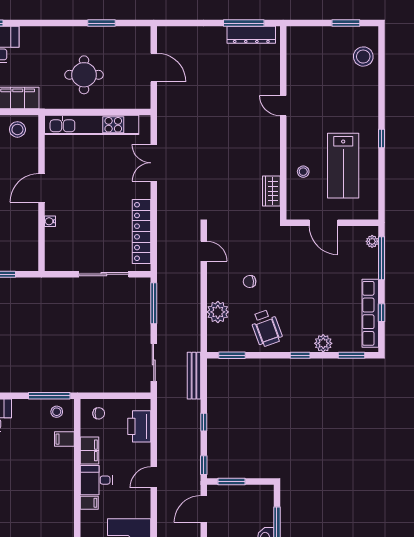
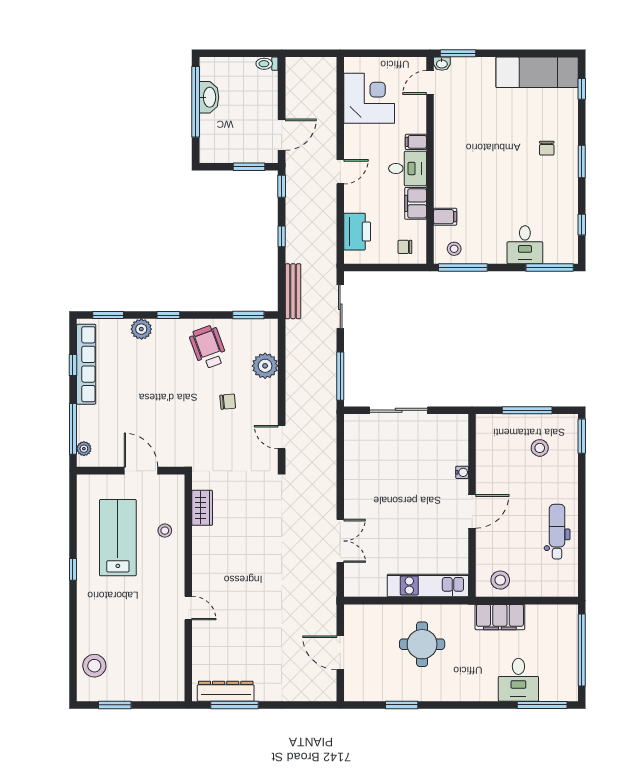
kitchen unit: (92, 125) -> (428, 586), width x0.73
locker: (142, 232) -> (355, 460), removed

